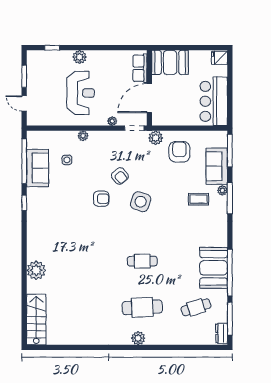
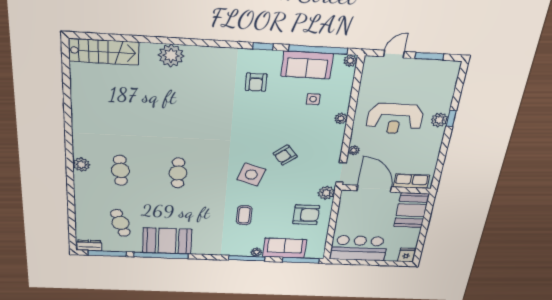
window: (52, 48) -> (451, 118), moved
plant: (32, 136) -> (350, 61), added
armchair: (101, 199) -> (256, 82), moved
coffee table: (198, 199) -> (244, 215), moved
cafe table: (142, 307) -> (120, 170), width x0.73, depth x0.74

